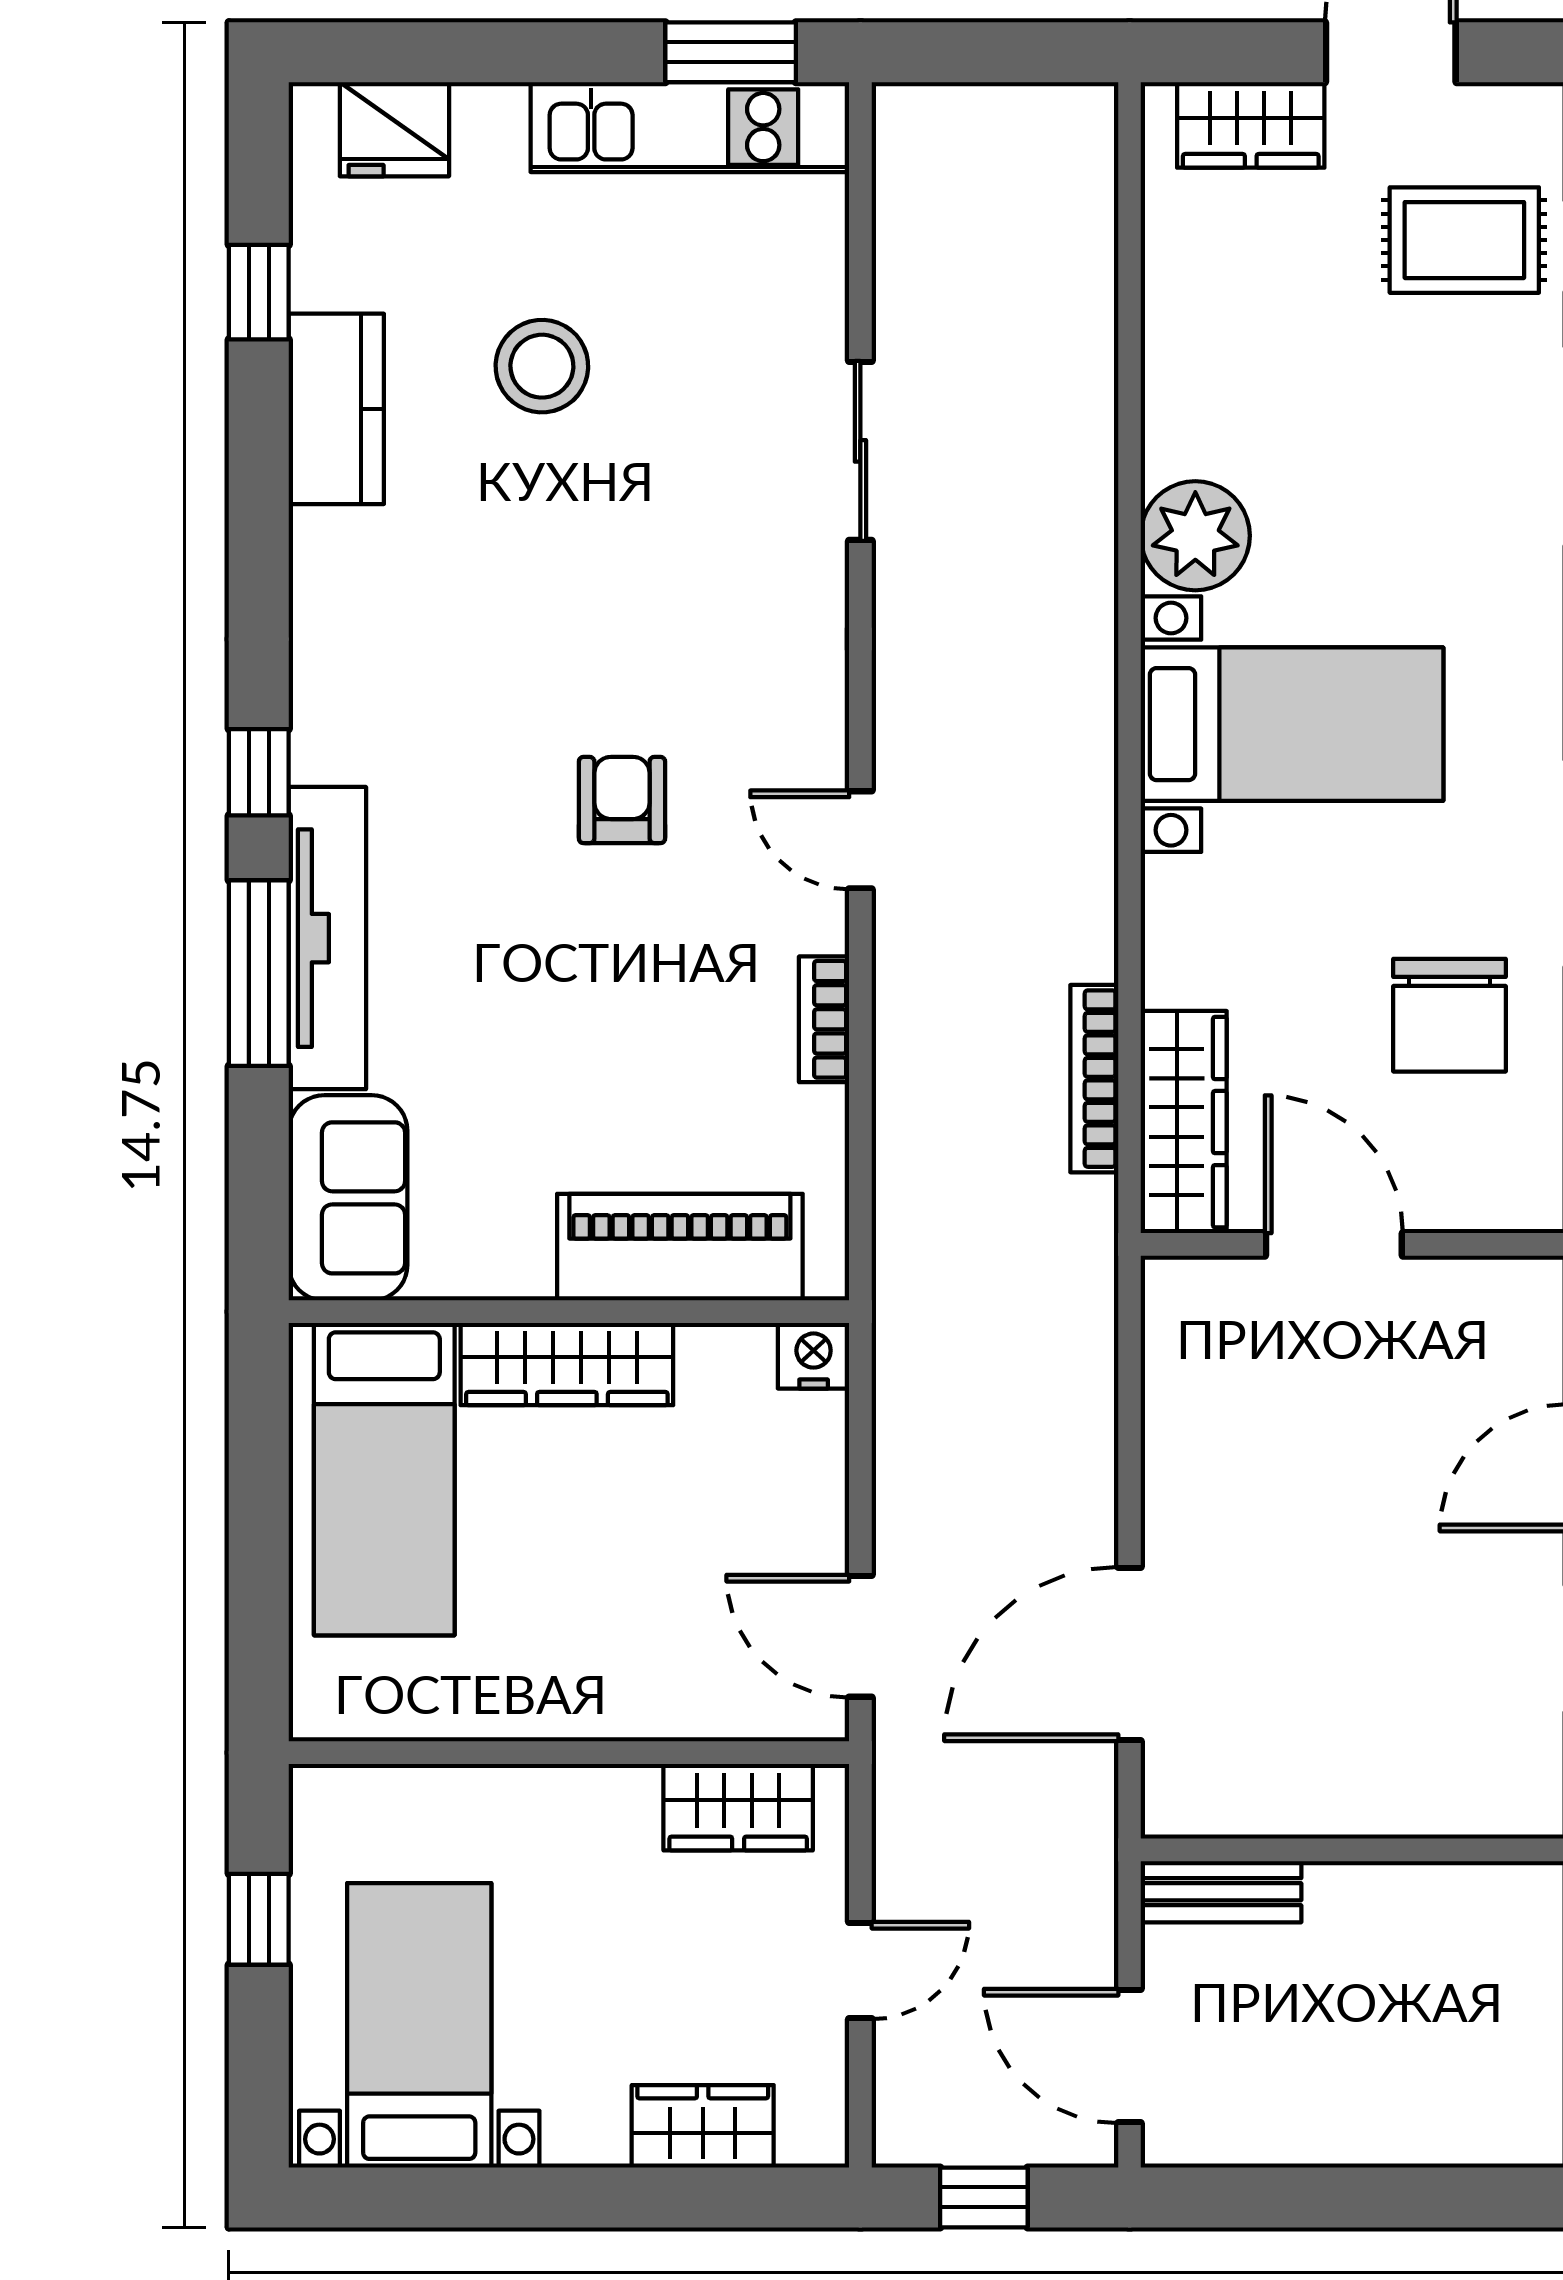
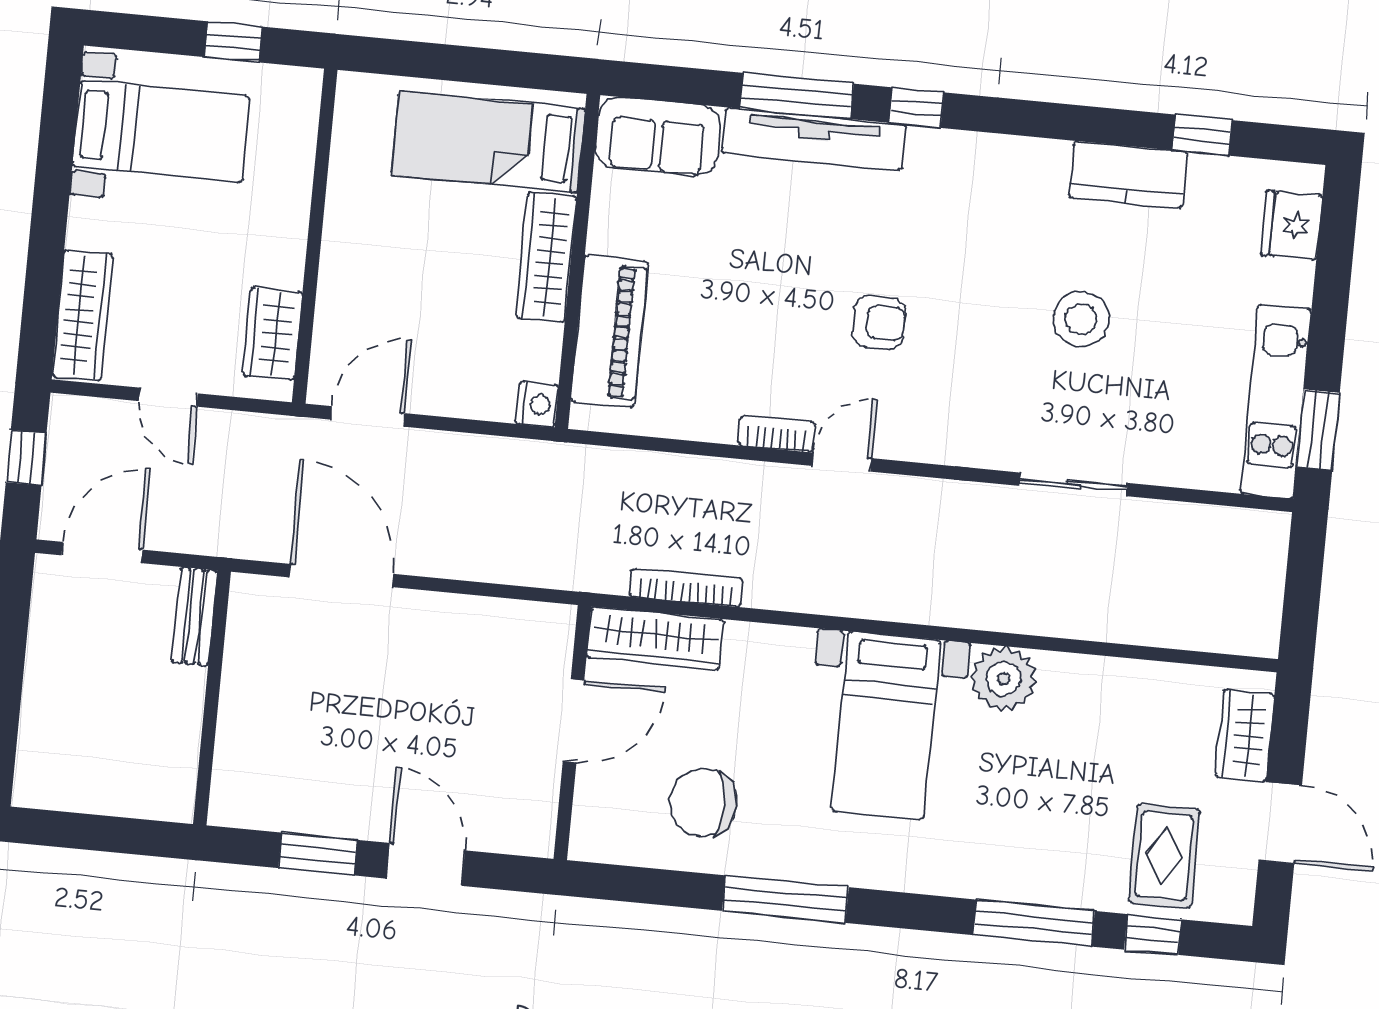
stool: (542, 366) -> (1081, 319), moved
bookcase: (824, 1019) -> (777, 434), moved
wardrobe: (703, 2126) -> (83, 315), width x1.50

